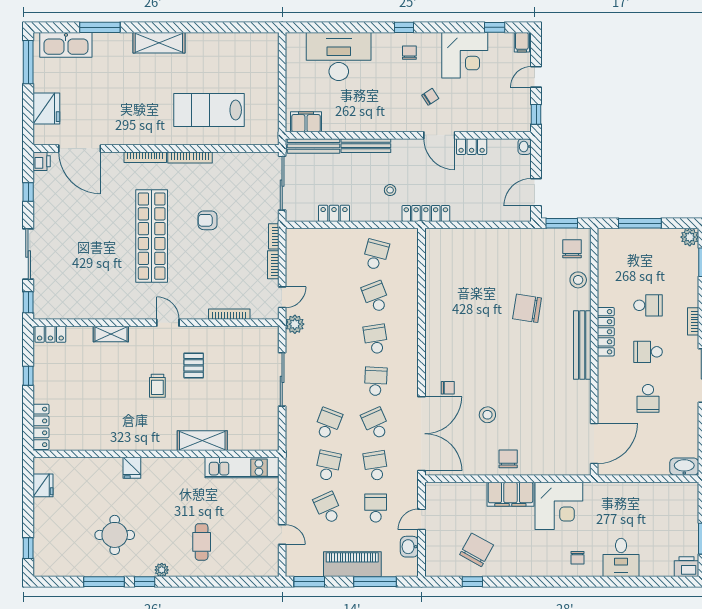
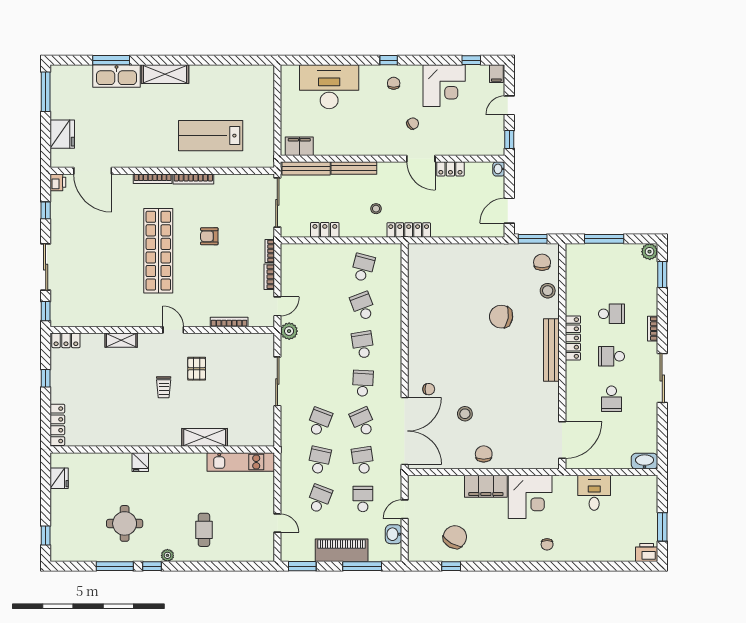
kitchen sink: (66, 45) -> (117, 76), moved
school desk: (328, 508) -> (319, 499), turned 45
desk: (621, 557) -> (594, 493), moved, turned 180

